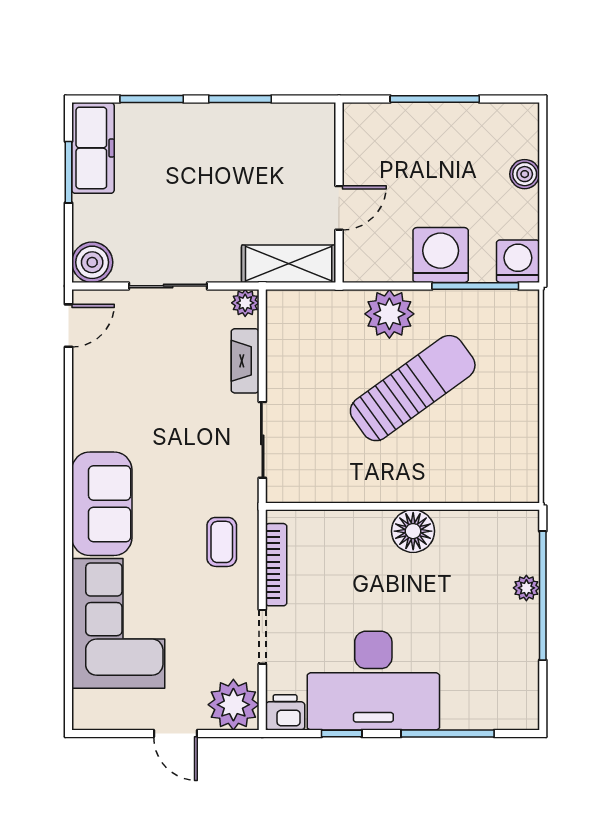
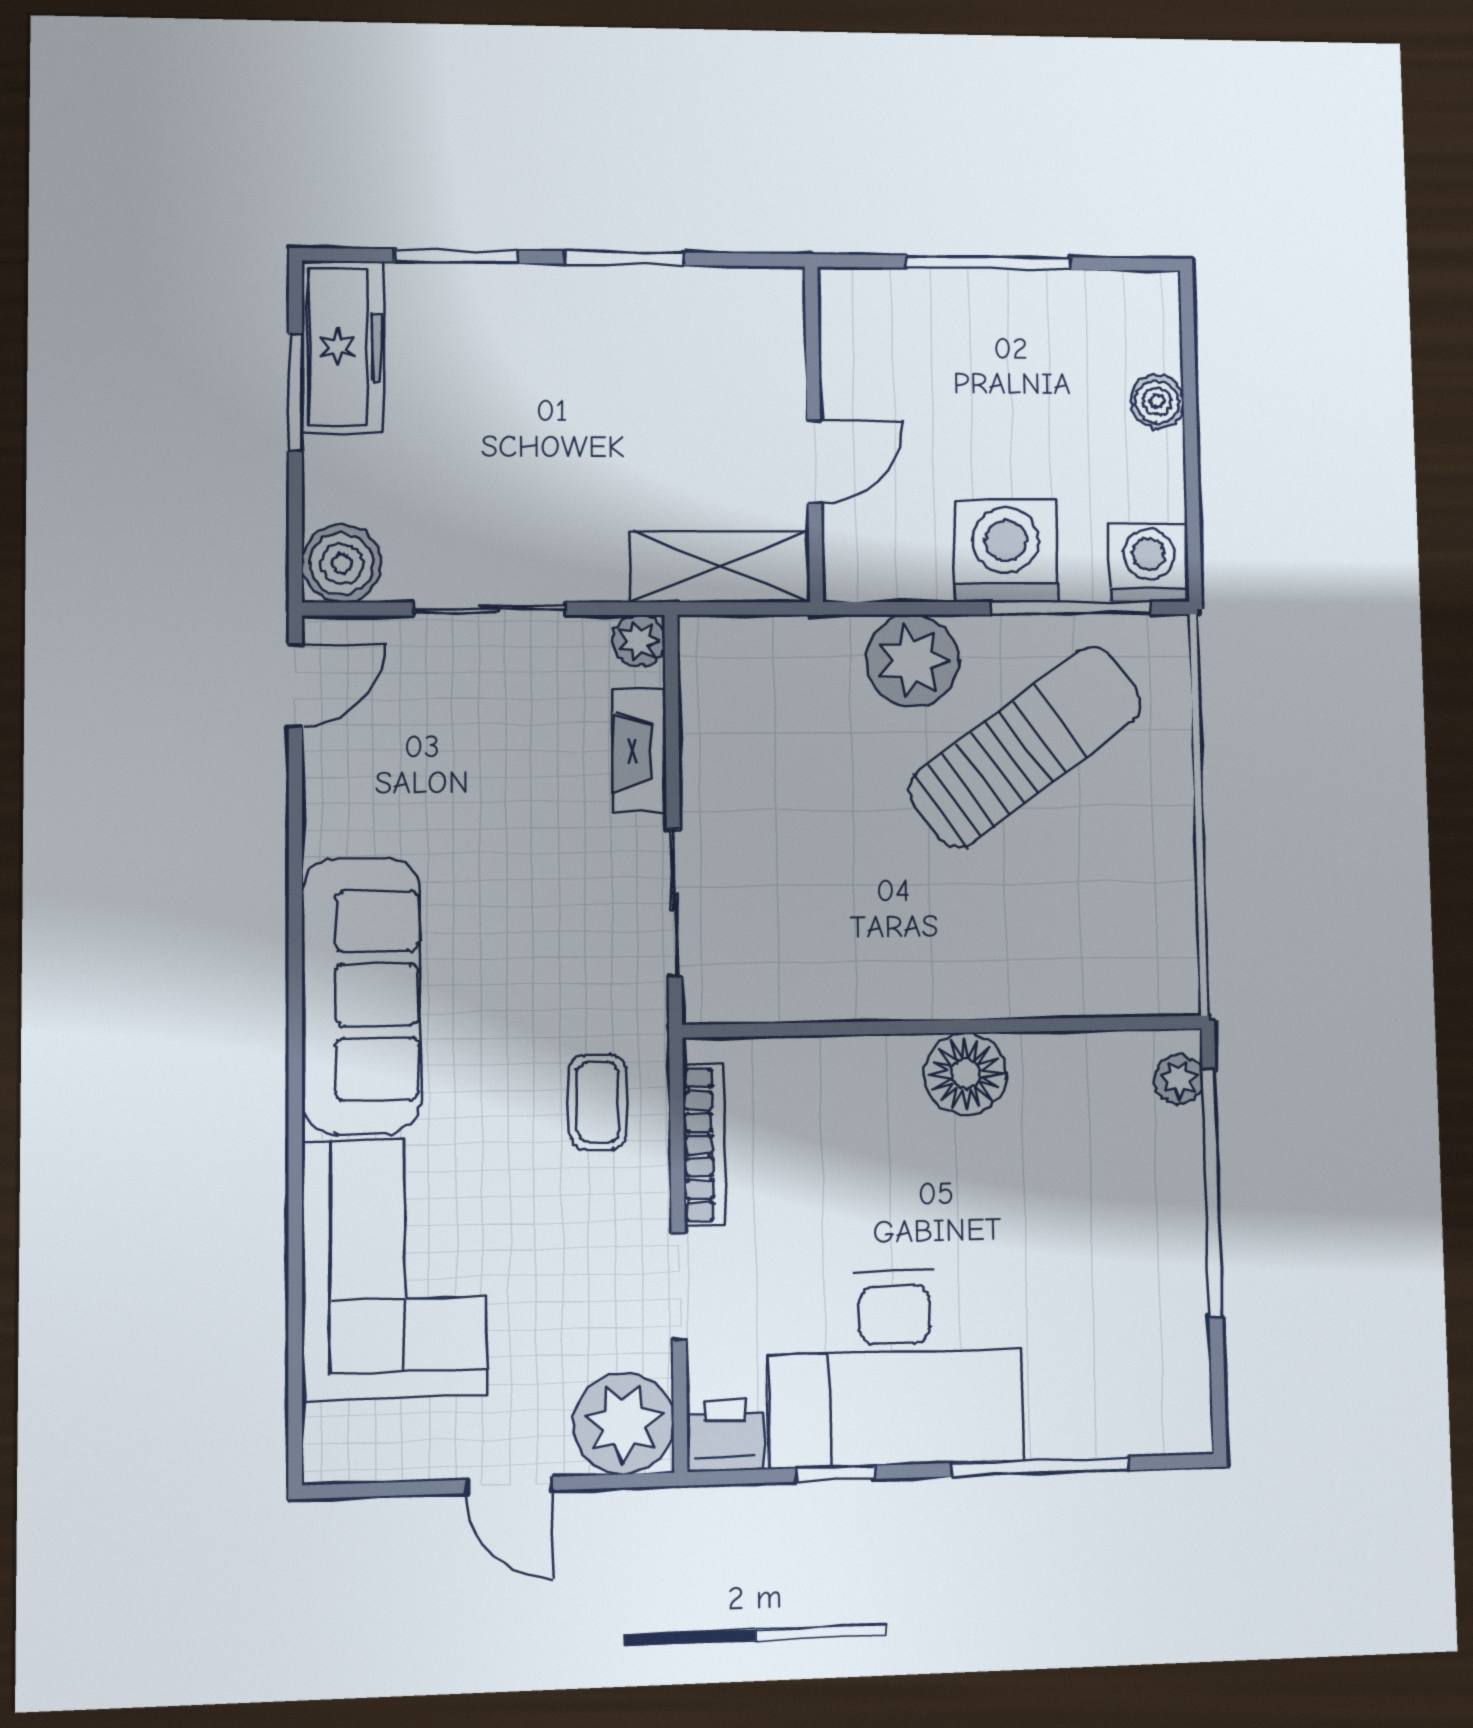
sun lounger: (413, 388) -> (1025, 747), moved
sofa: (102, 504) -> (362, 995), width x1.36
plant: (526, 588) -> (1179, 1079), moved

